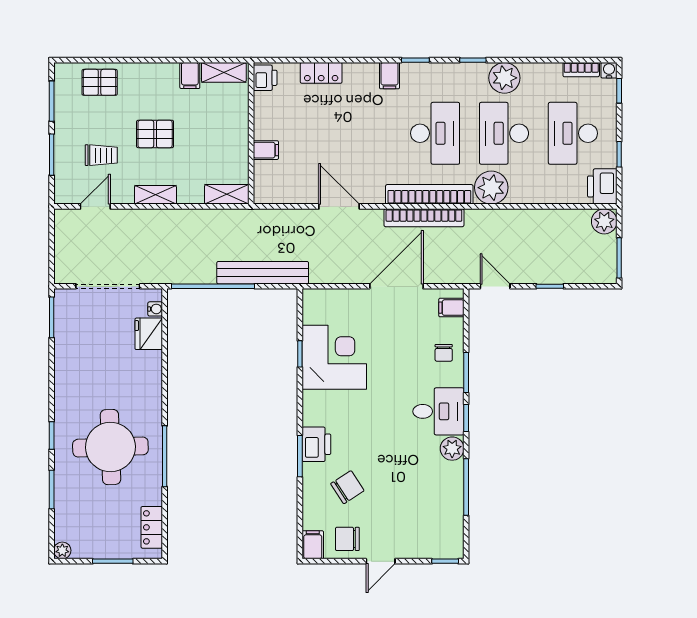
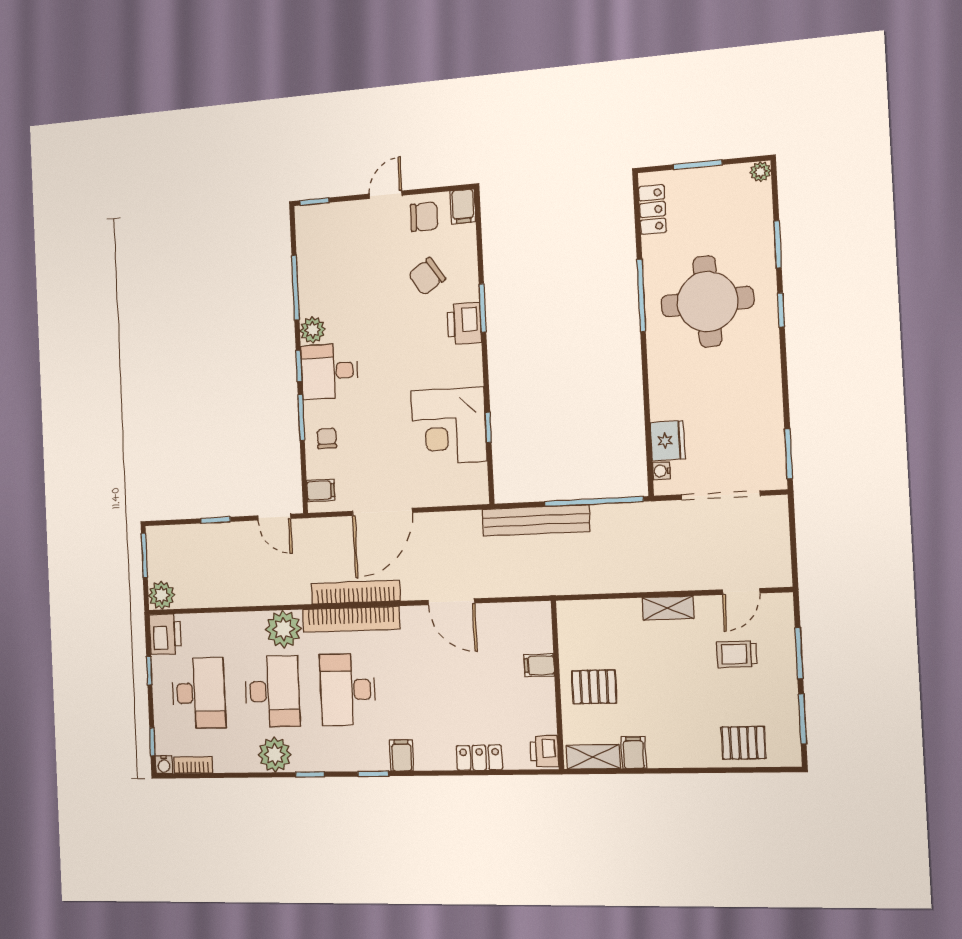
pallet: (155, 134) -> (594, 687), moved
shelving: (227, 194) -> (583, 612), removed

